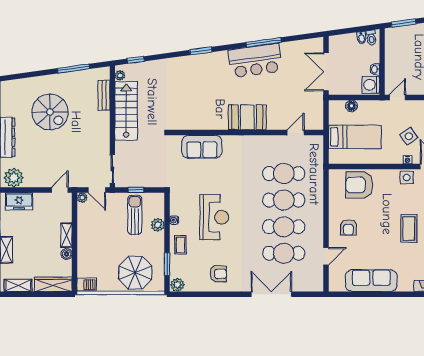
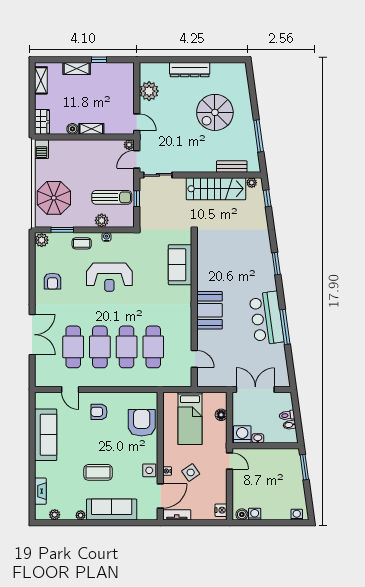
toilet: (371, 38) -> (287, 415), moved
plant: (14, 178) -> (149, 91), moved
freezer: (19, 201) -> (125, 81), removed
wardrobe: (53, 284) -> (42, 122), width x0.67

